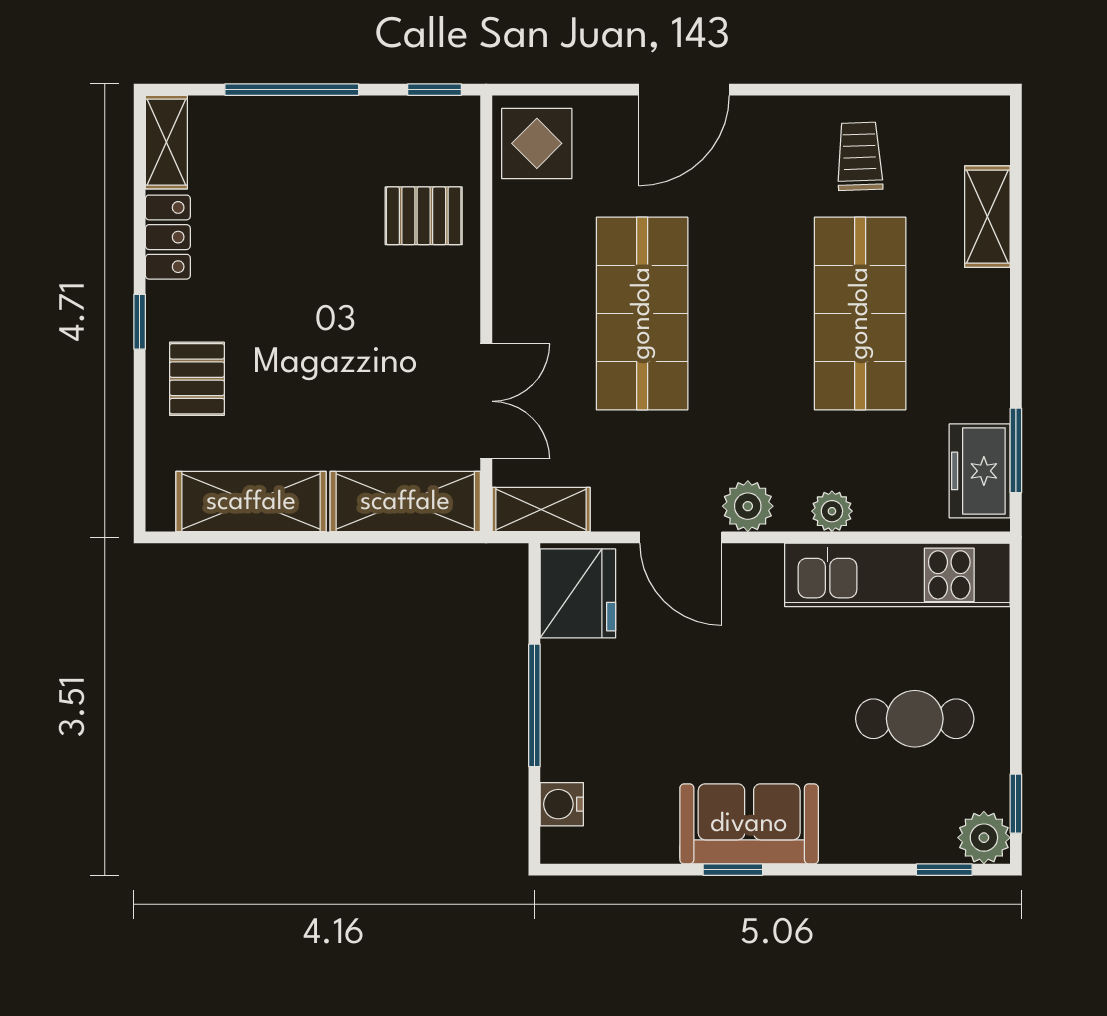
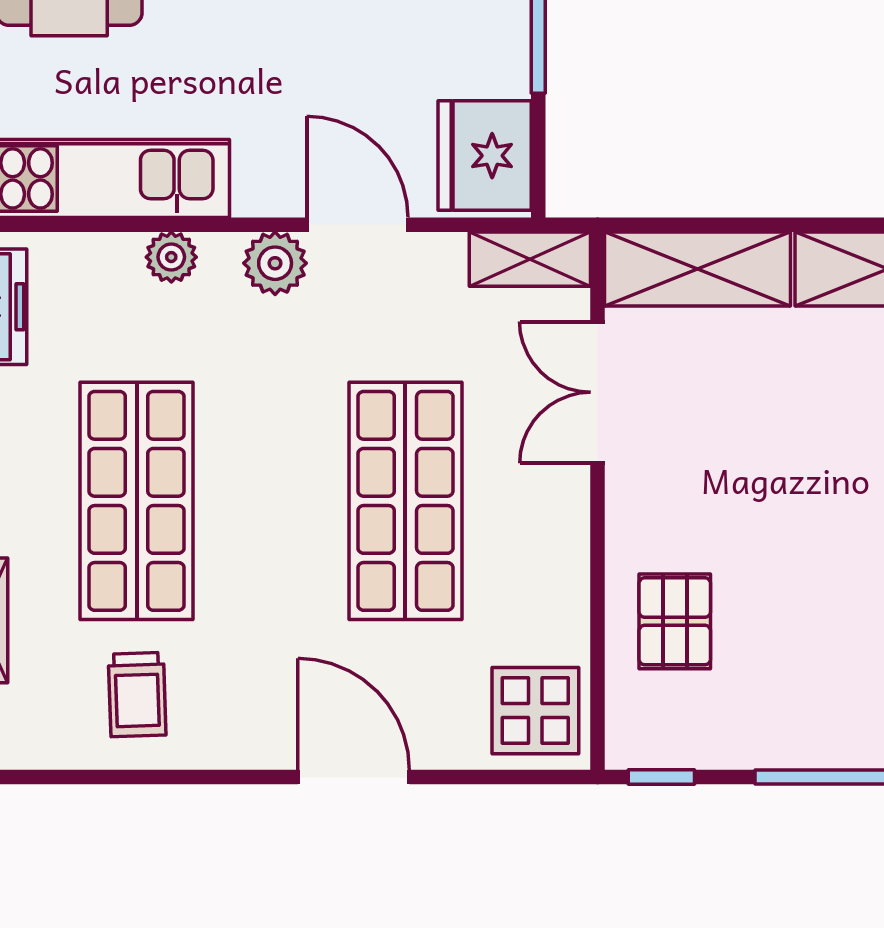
door: (684, 90) -> (354, 777), hinge flipped
pallet: (424, 216) -> (675, 621), turned 90

